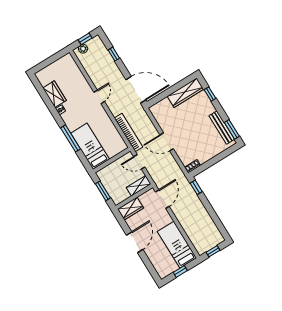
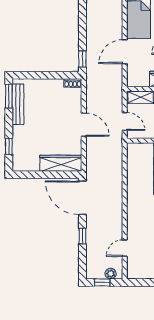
window: (114, 54) -> (82, 236), moved
wardrobe: (185, 93) -> (61, 163), moved
door: (99, 97) -> (125, 248), moved
bookcase: (128, 132) -> (117, 159), removed
door: (162, 199) -> (125, 52), moved

